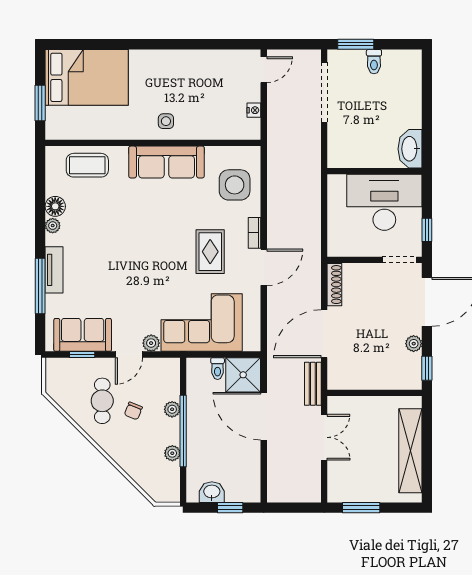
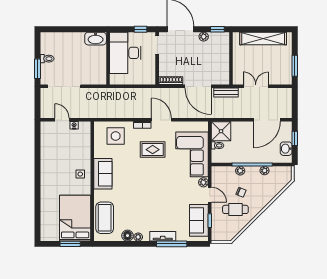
door: (264, 70) -> (62, 120), moved
bed: (87, 77) -> (75, 218), moved
sofa: (166, 162) -> (103, 174), width x0.73
coffee table: (87, 165) -> (105, 218), width x1.36, depth x1.32
door: (264, 416) -> (267, 120), moved

